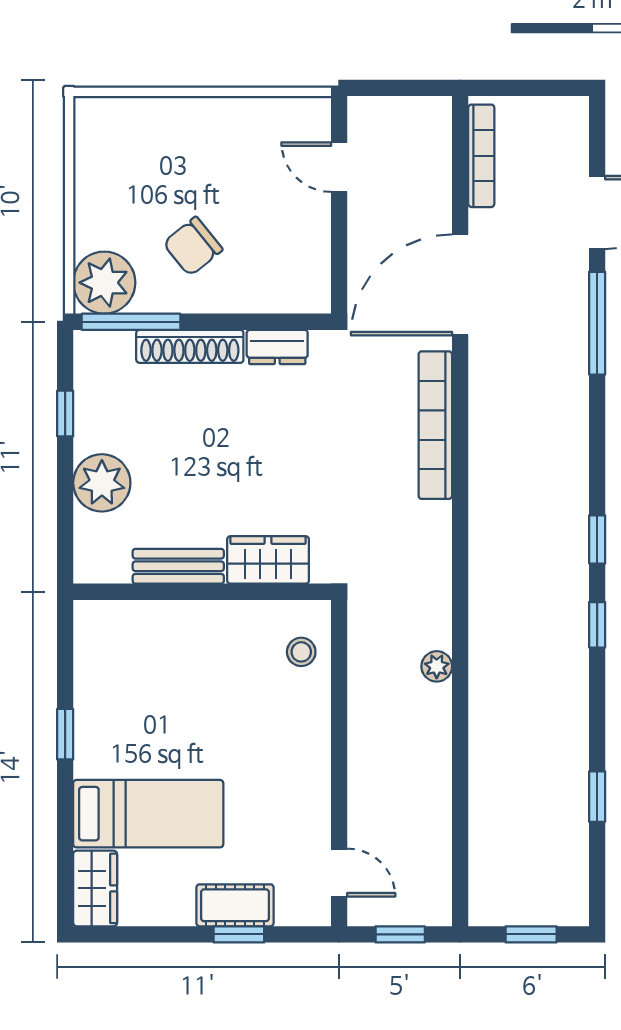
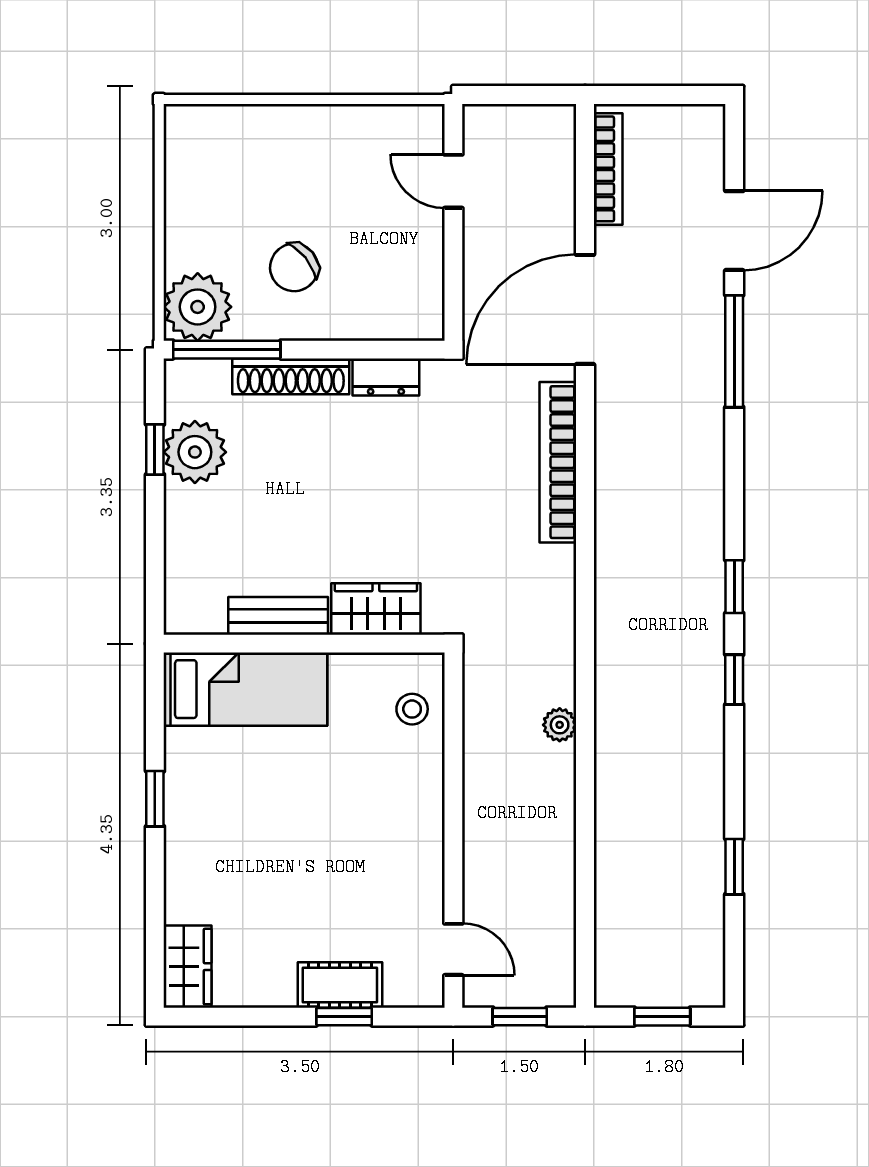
plant: (102, 483) -> (195, 452), moved
bed: (148, 814) -> (245, 689), moved

